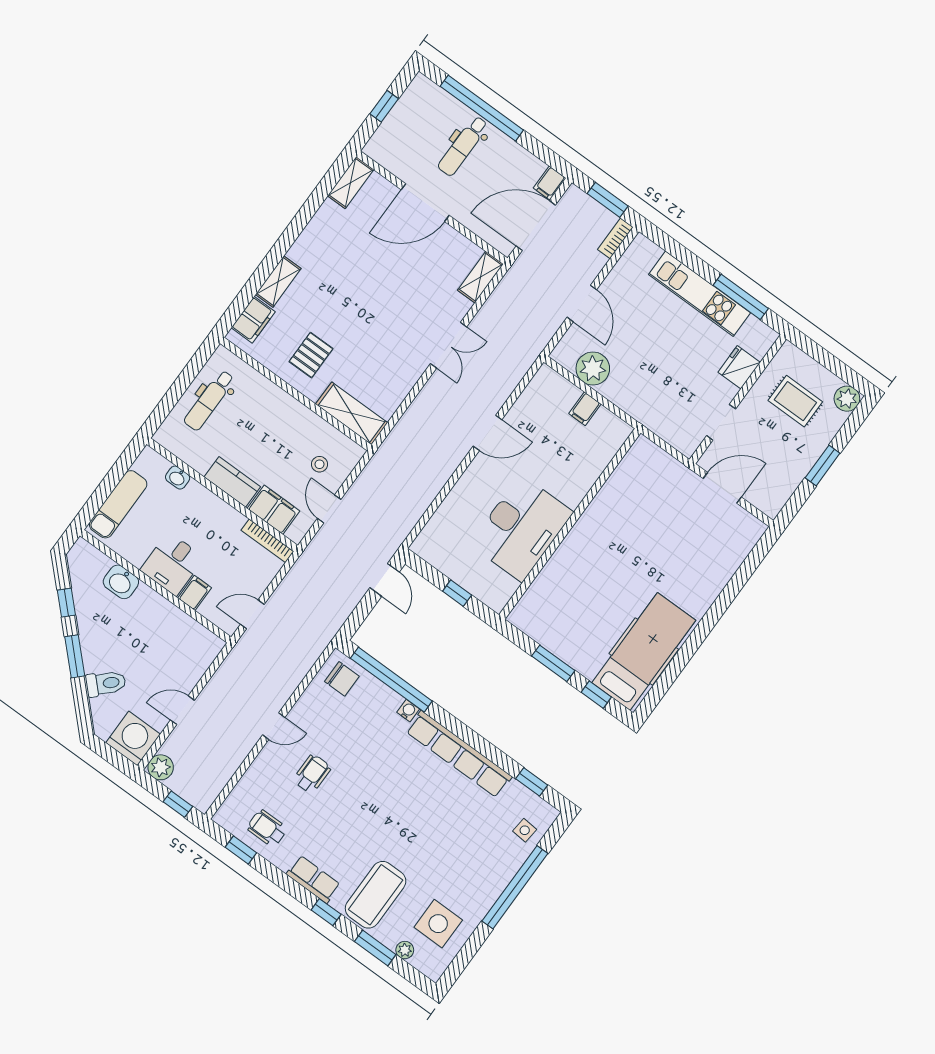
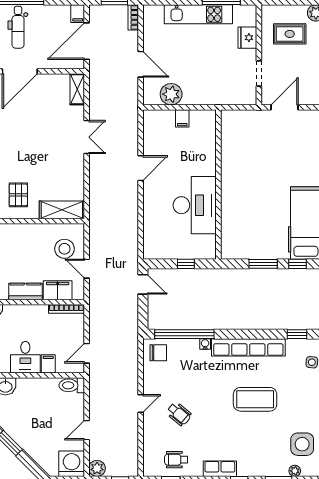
stool: (319, 464) -> (64, 249), width x1.89, depth x1.89
toilet: (106, 683) -> (72, 385), moved, turned -135
wheelchair: (312, 774) -> (179, 414), turned 130
coffee table: (376, 895) -> (255, 399), moved, turned 90

